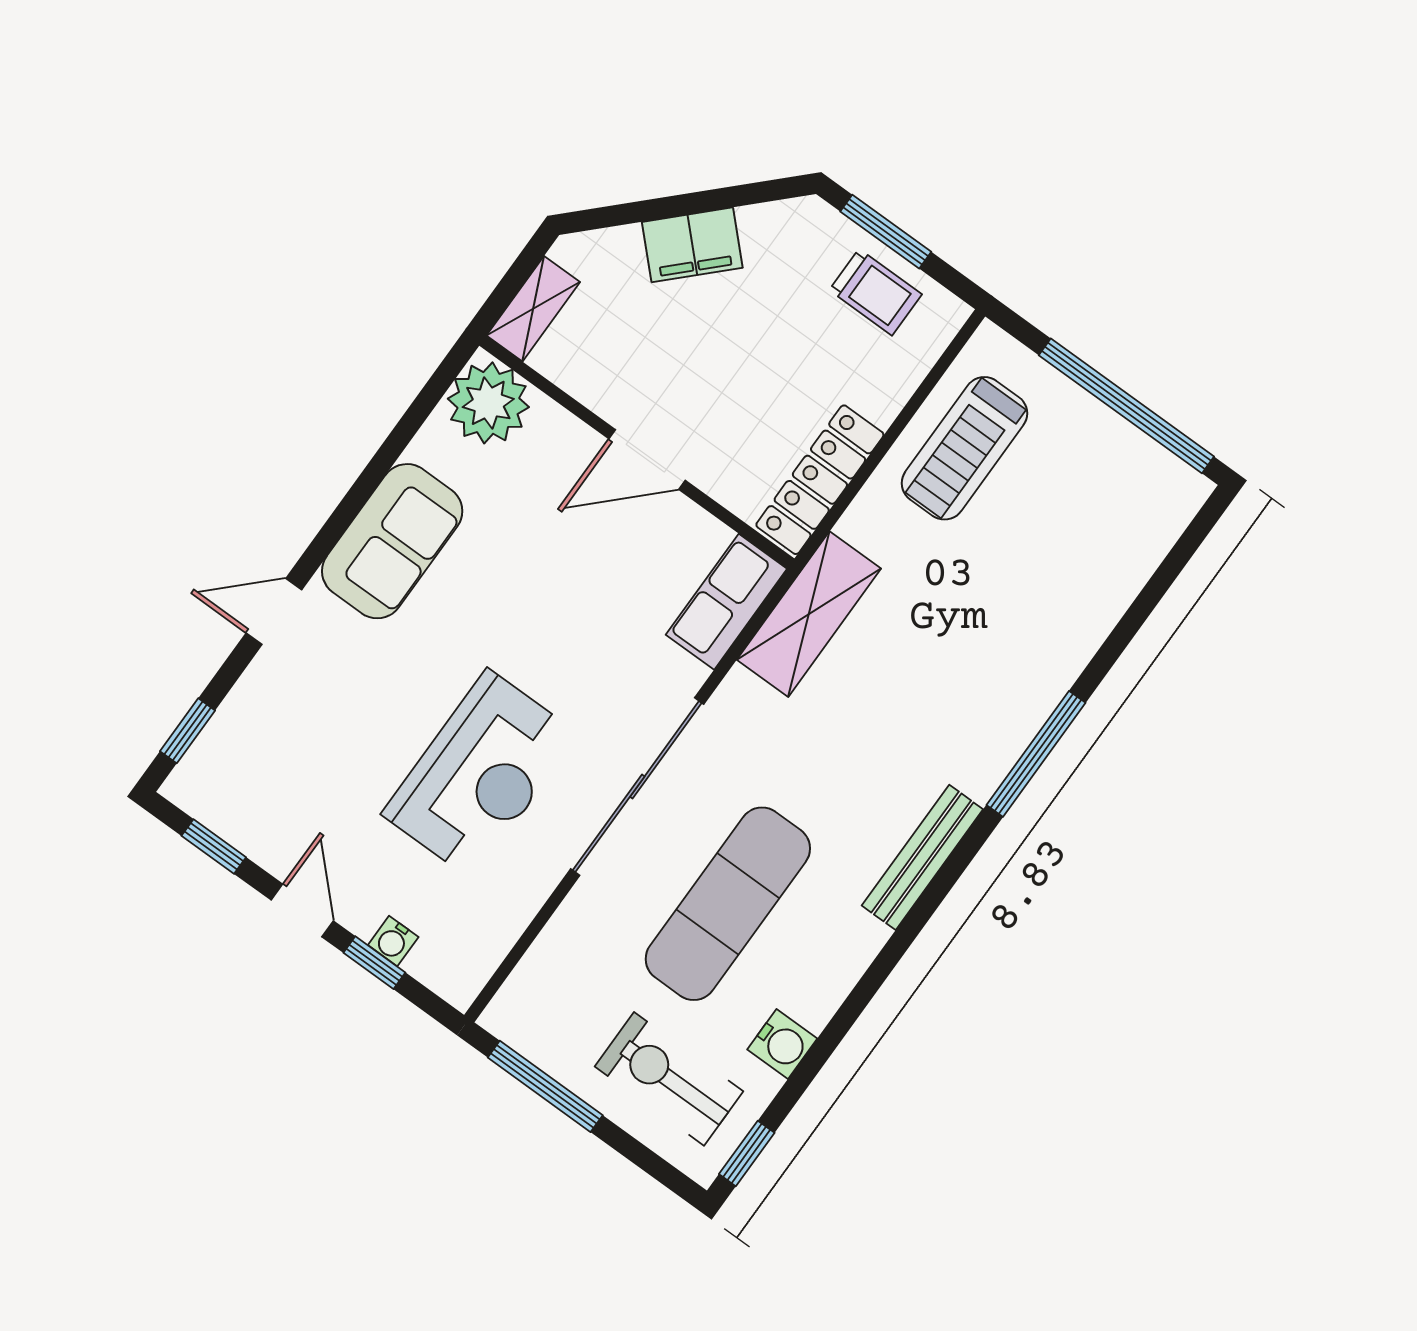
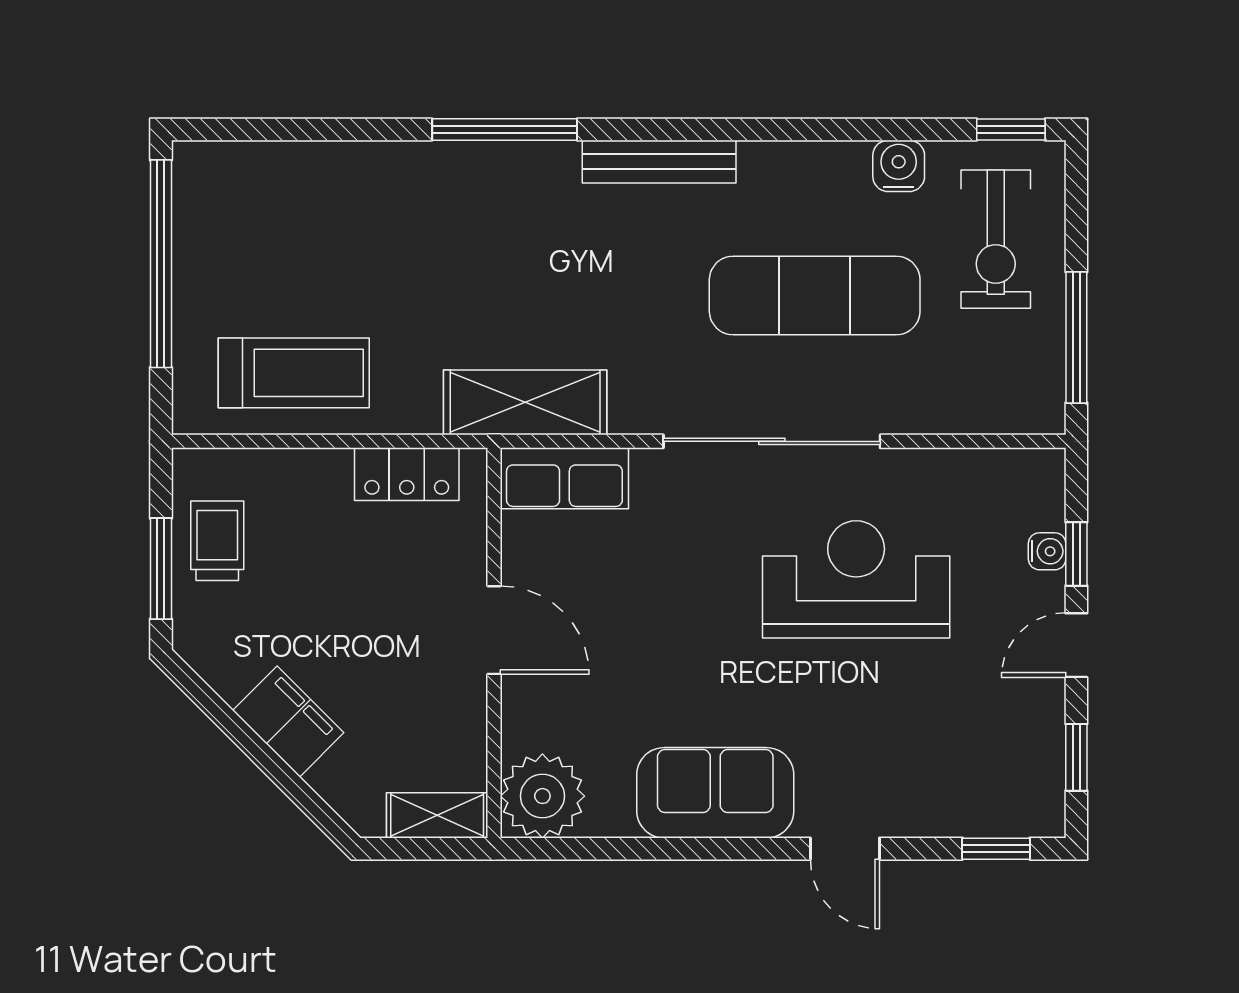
locker: (820, 480) -> (407, 474), width x0.66

